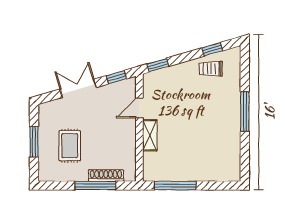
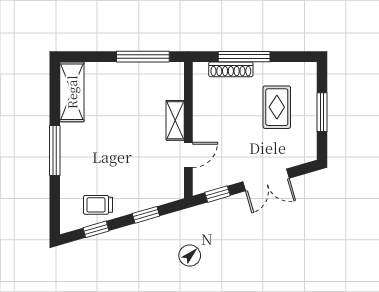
window: (158, 65) -> (146, 215), moved
trolley: (211, 69) -> (98, 205), turned 180
shelving: (231, 158) -> (72, 92), added

